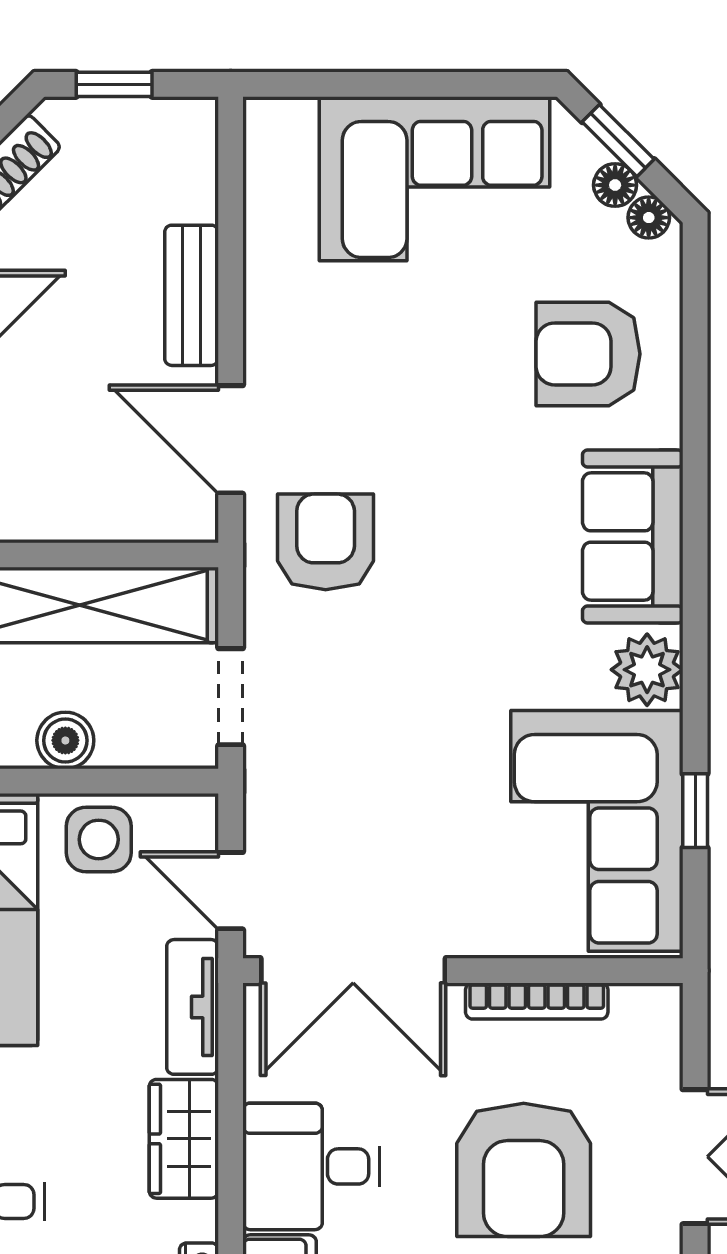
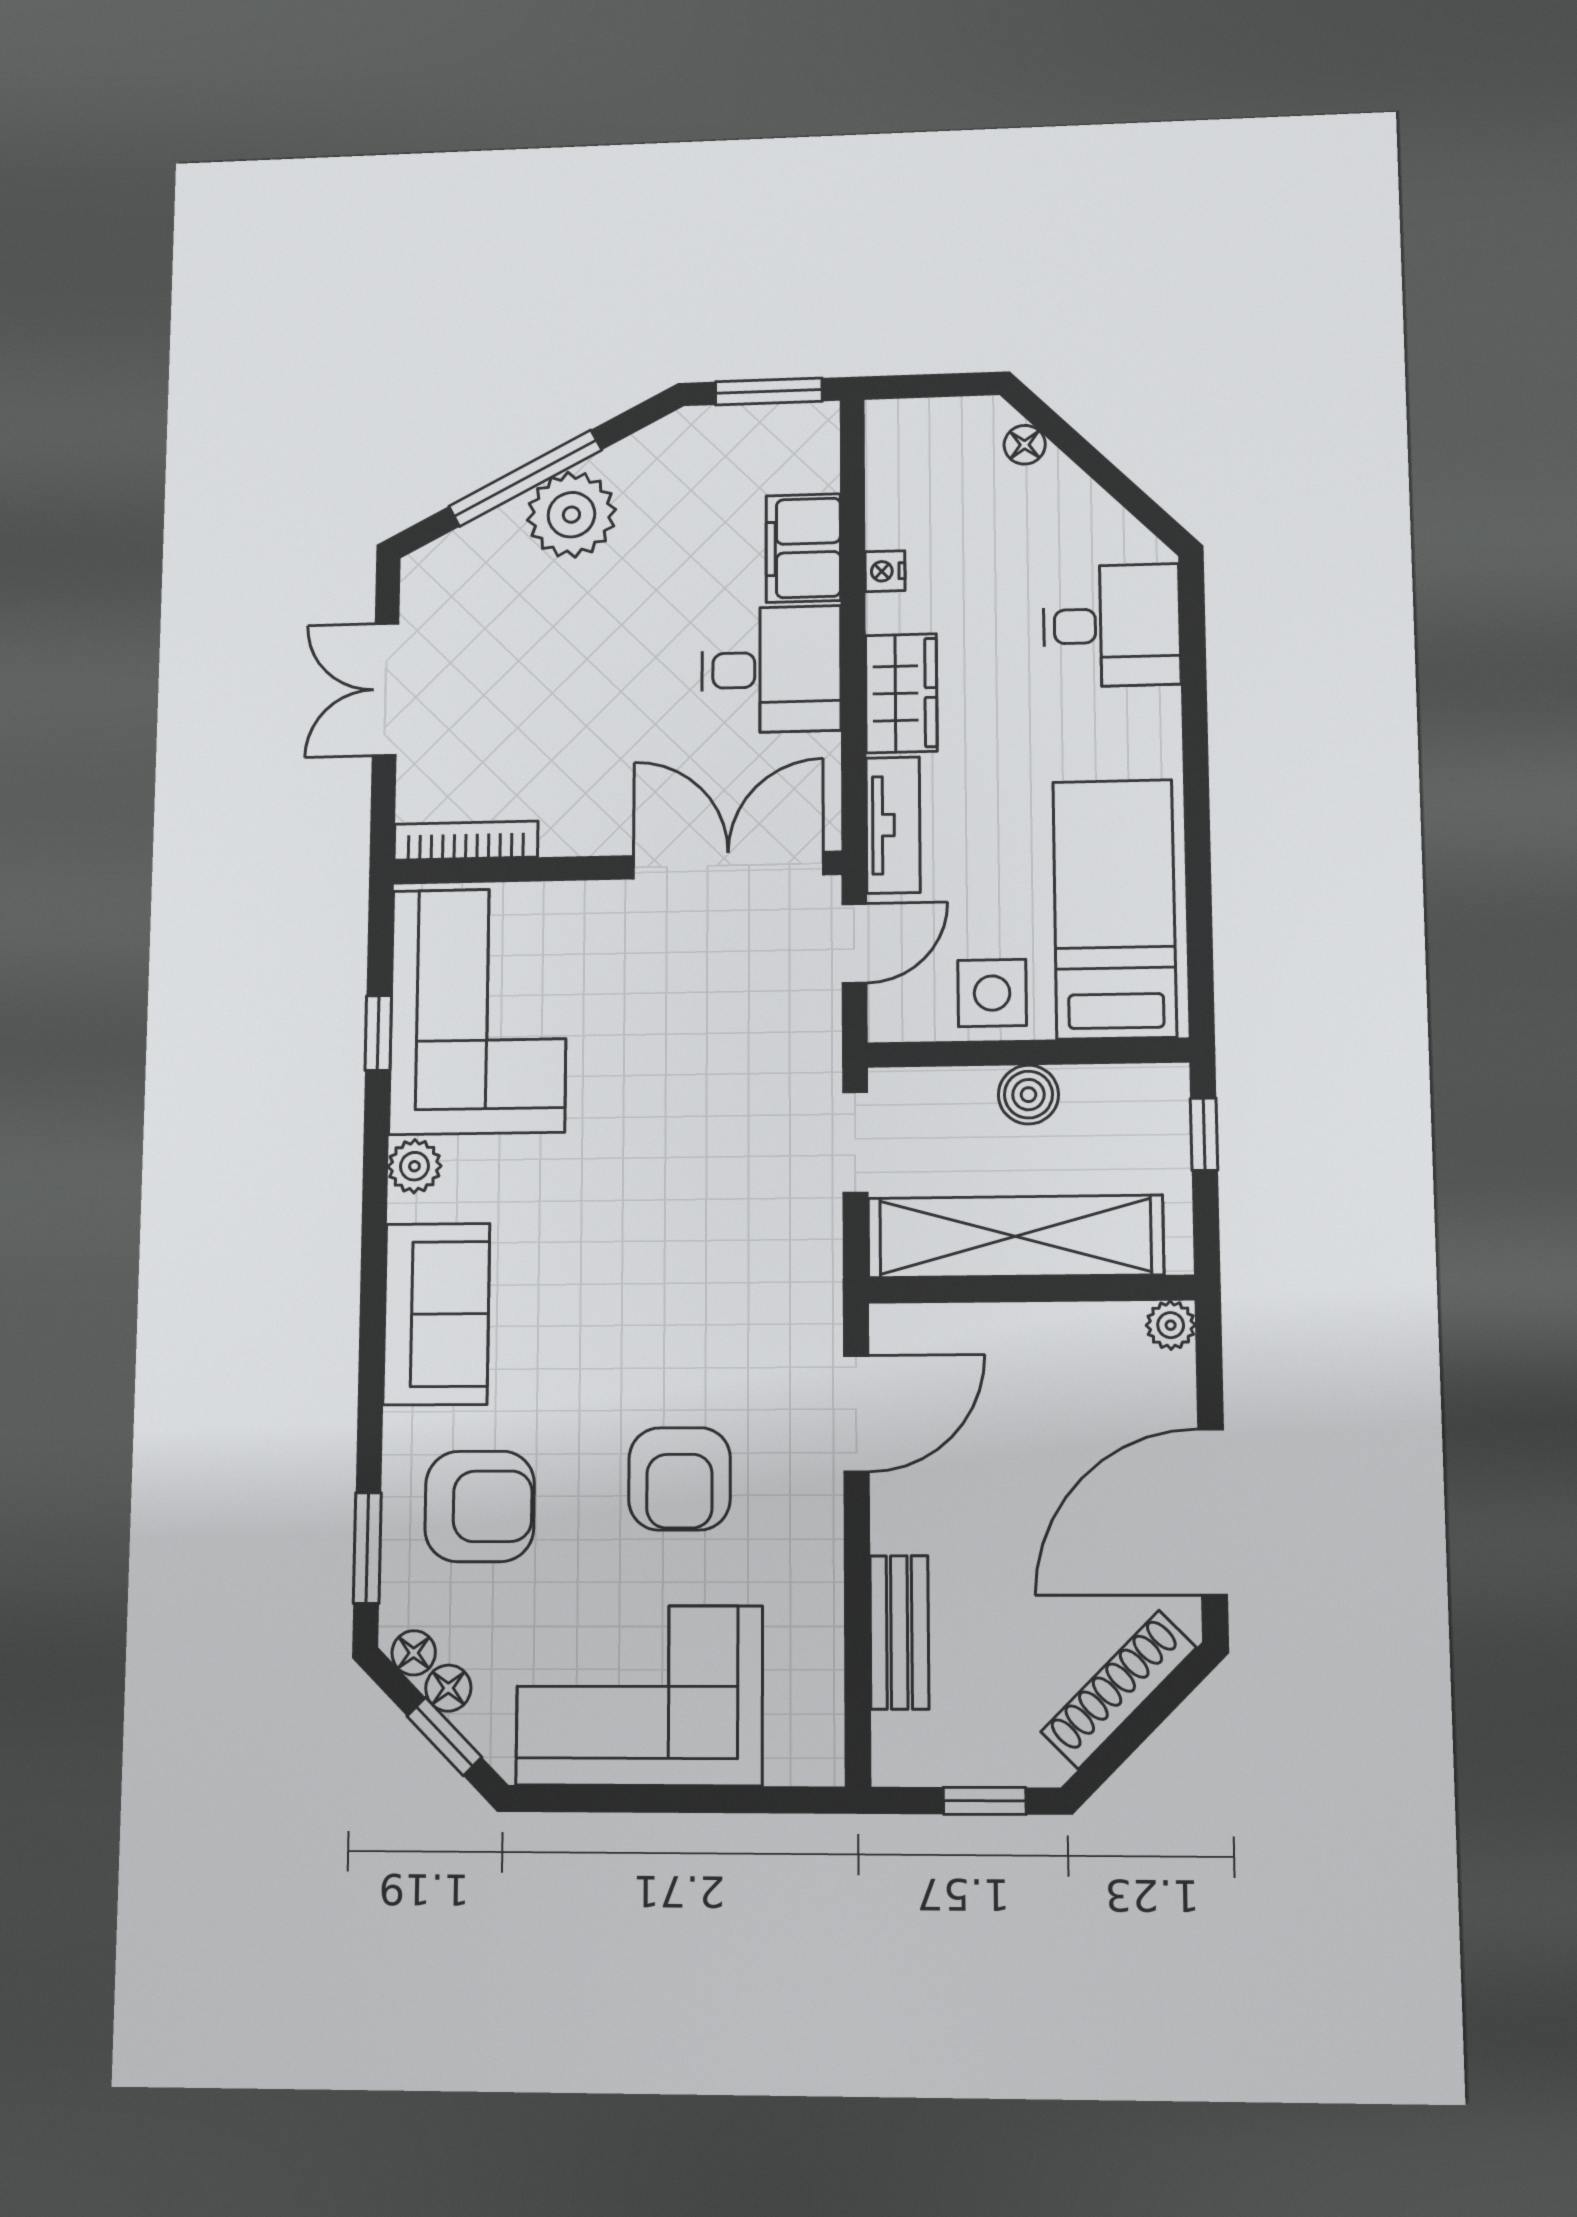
bench: (192, 295) -> (899, 1632), moved
window: (695, 315) -> (367, 1548), added
door: (231, 439) -> (856, 1413), hinge flipped
armchair: (326, 542) -> (679, 1479), moved
plant: (647, 670) -> (414, 1166), width x0.73, depth x0.73
door: (231, 891) -> (854, 943), hinge flipped
bookcase: (537, 1001) -> (466, 841), moved
armchair: (524, 1170) -> (557, 672), removed

